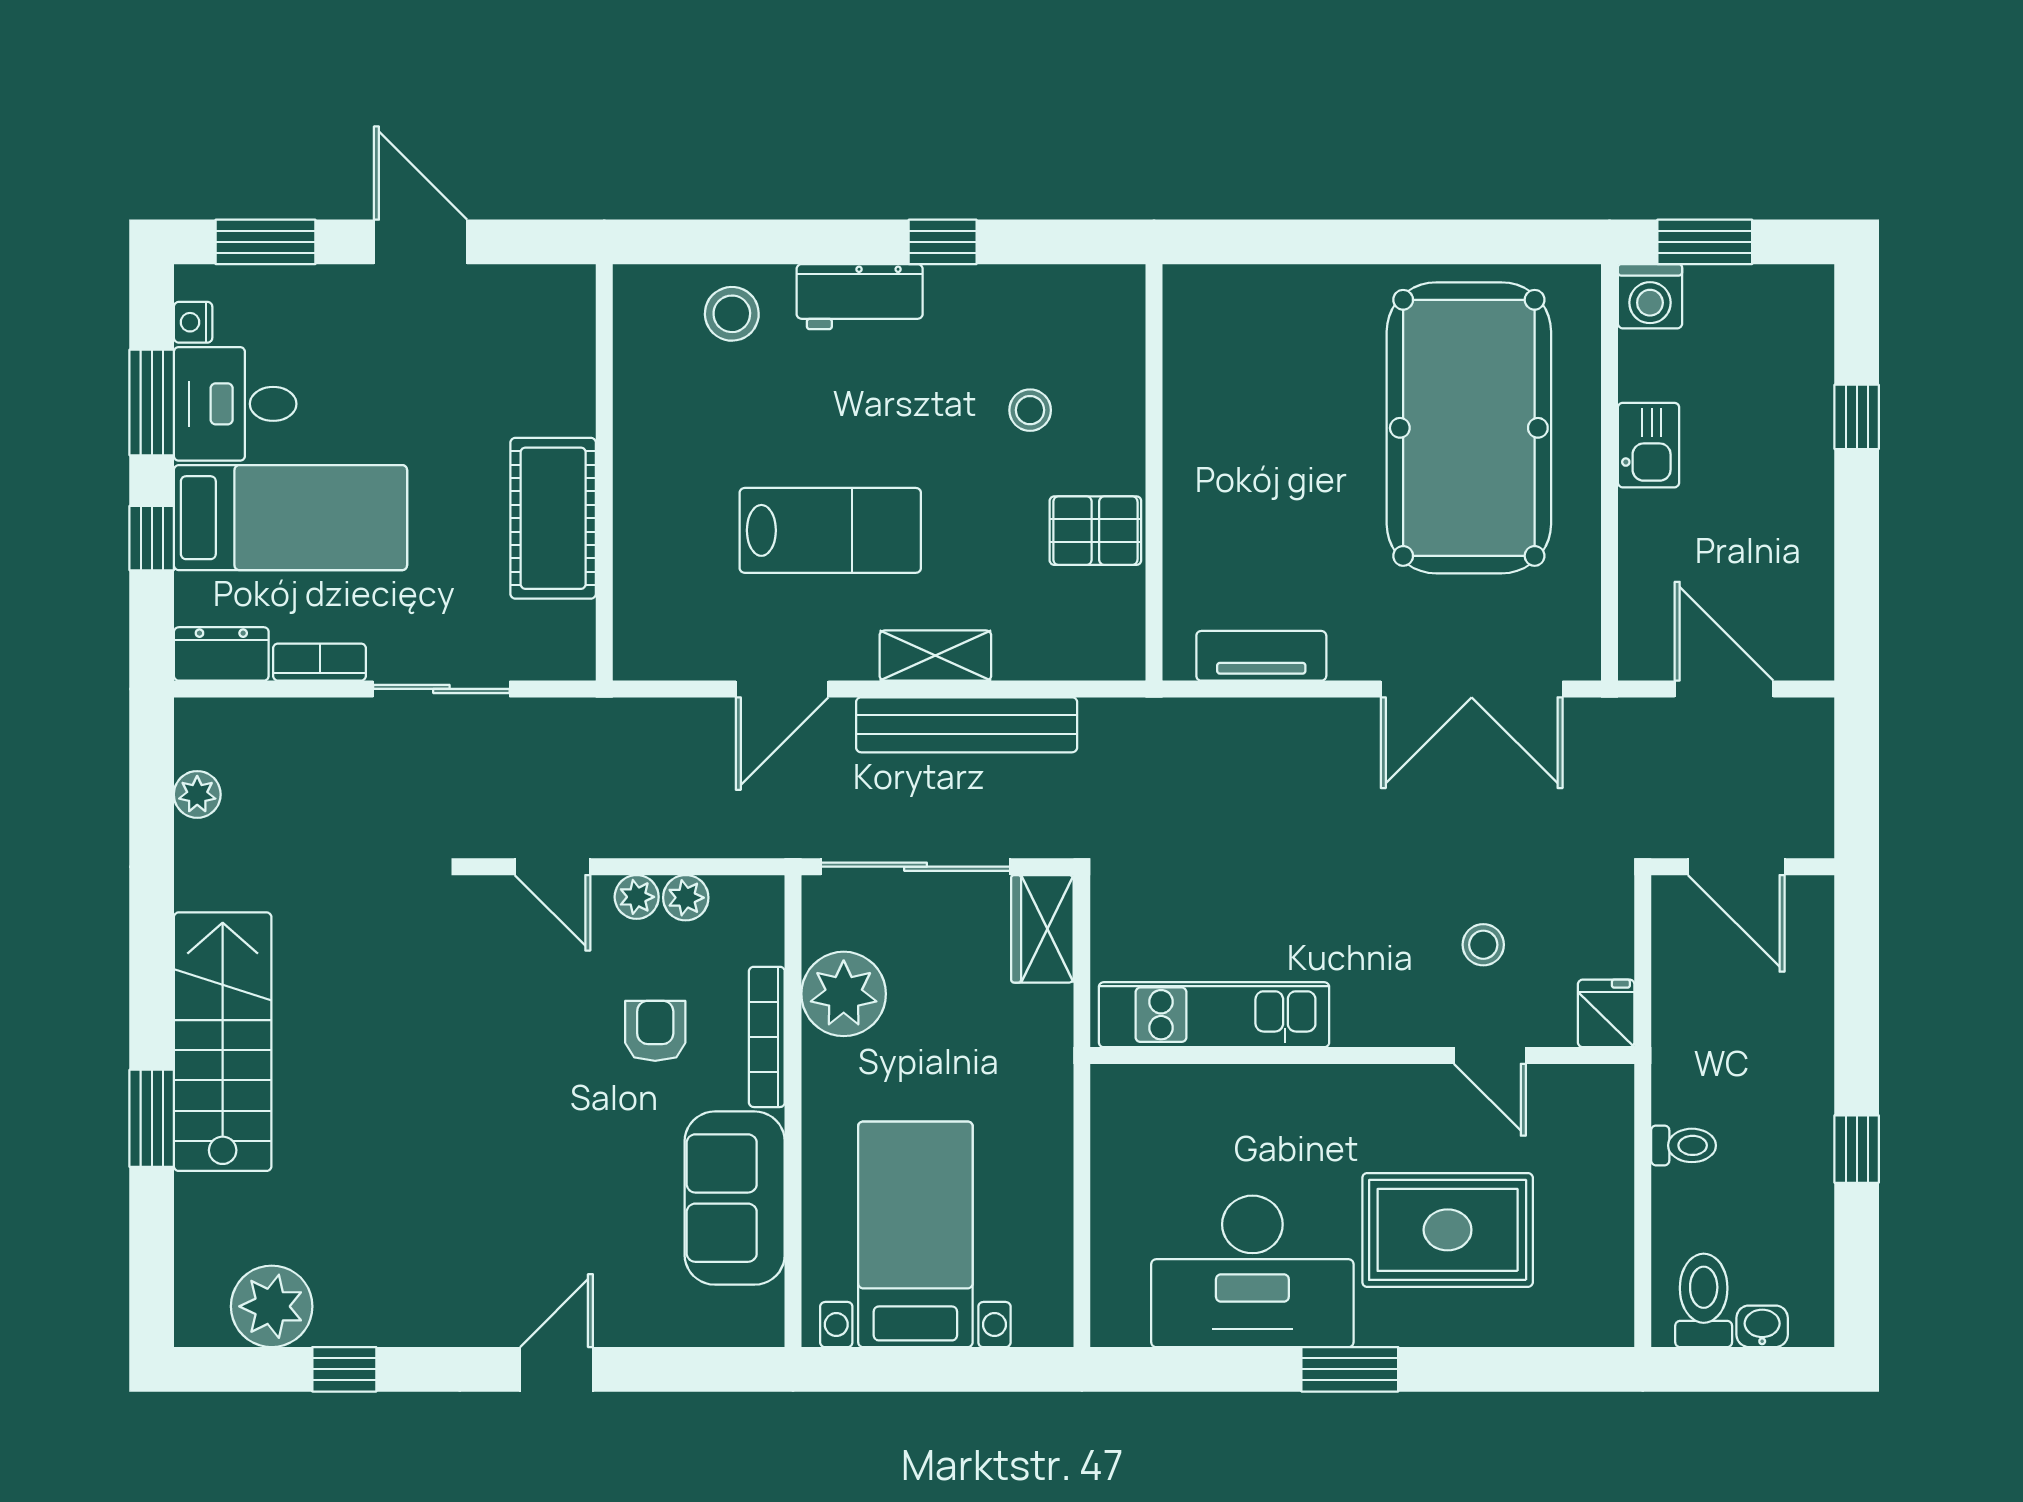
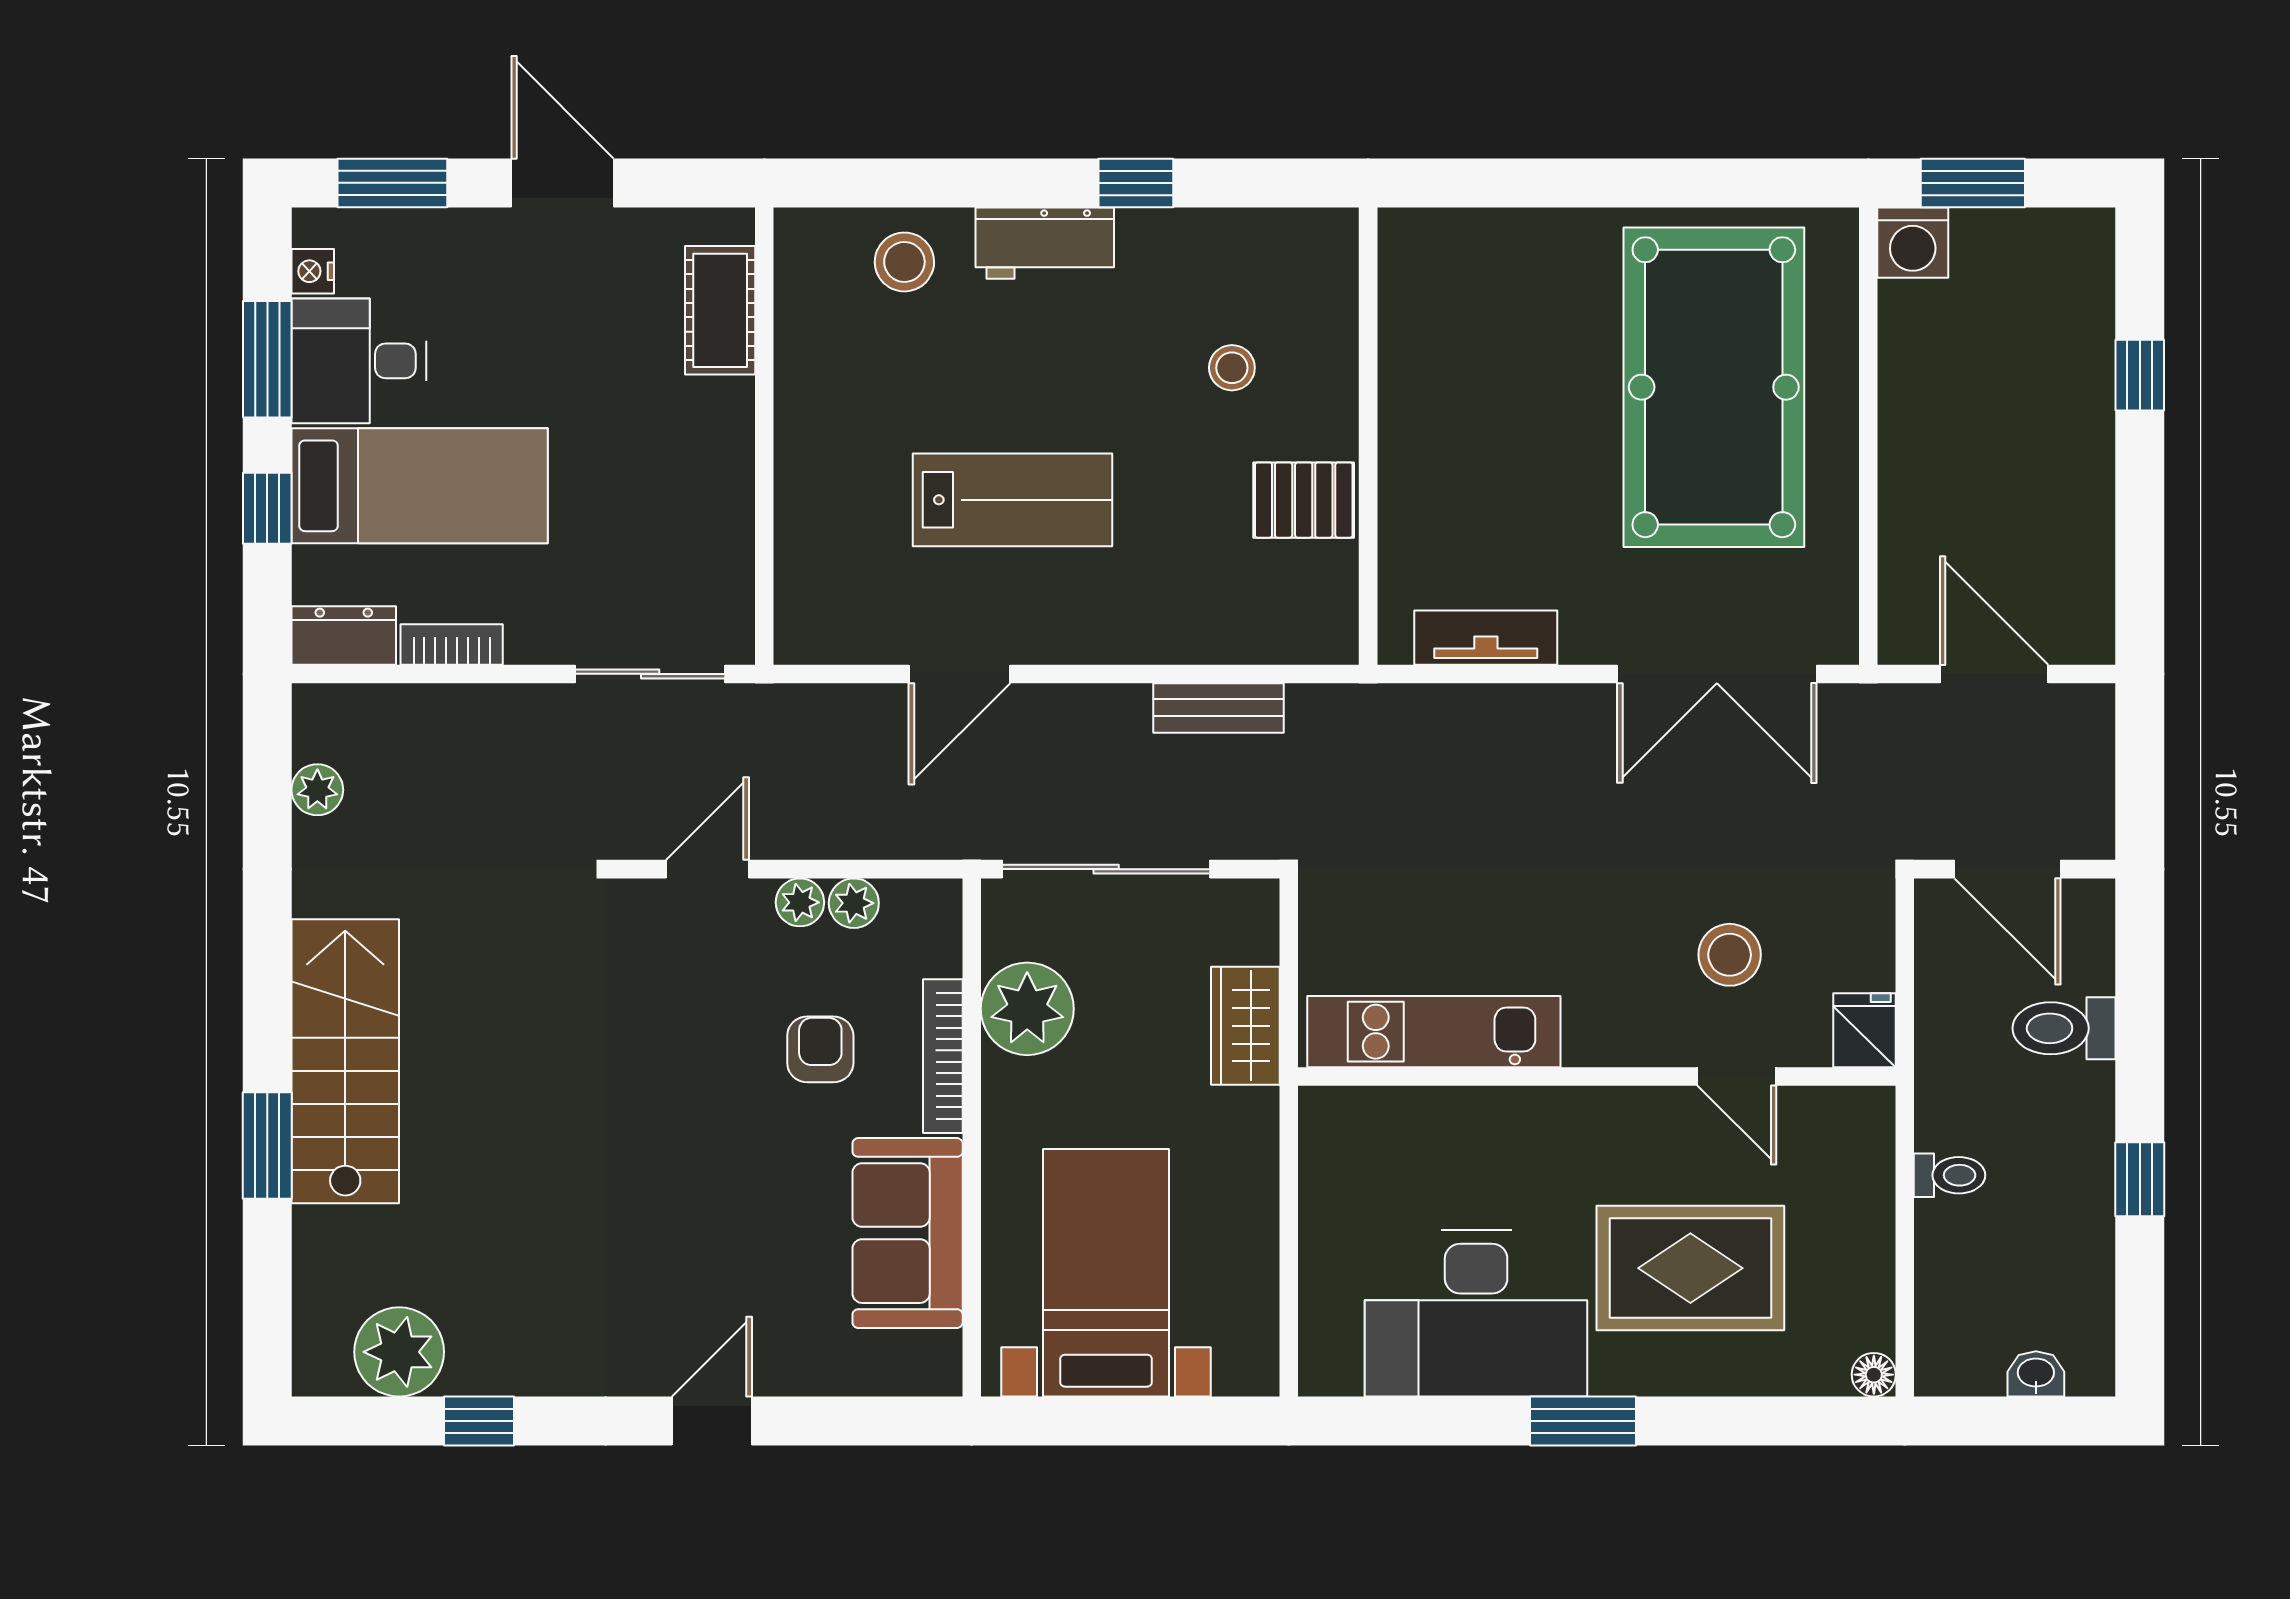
kitchen sink: (1649, 445) -> (1911, 406), removed
cot: (553, 518) -> (720, 310), moved, width x0.73, depth x0.75
shelving: (935, 656) -> (1128, 637), removed
sliding door: (441, 689) -> (650, 674), moved
bench: (967, 725) -> (1218, 708), width x0.54, depth x0.82
door: (552, 867) -> (707, 869), swing flipped
wardrobe: (1042, 929) -> (1245, 1026), moved
stool: (1483, 945) -> (1730, 955), width x1.37, depth x1.37
toilet: (1704, 1300) -> (2064, 1028), moved, turned -90
floor lamp: (1615, 1327) -> (1874, 1375), added

